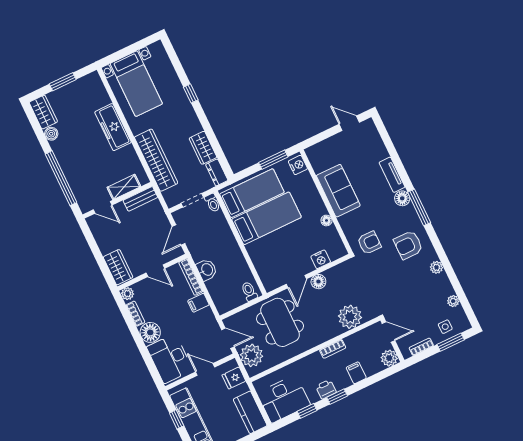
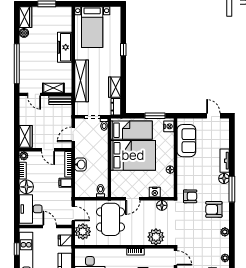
sofa: (338, 191) -> (186, 141), moved
bed: (266, 218) -> (133, 155), width x1.50
floor lamp: (318, 282) -> (162, 205), moved

